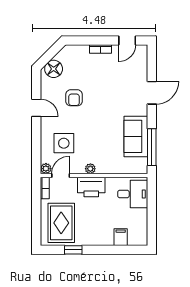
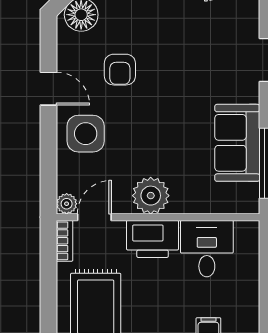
side table: (64, 143) -> (86, 134), moved
plant: (90, 169) -> (151, 196), width x1.88, depth x1.88
desk: (133, 194) -> (207, 249), moved, turned -90

